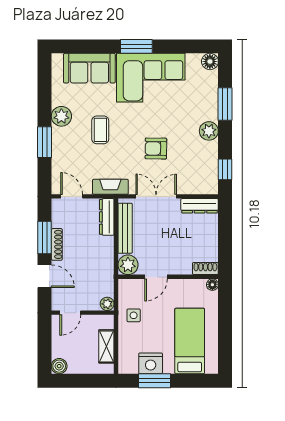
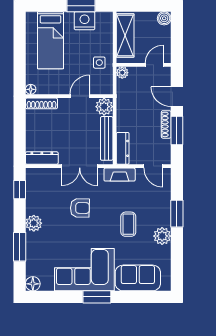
shoe rack: (205, 269) -> (41, 103), width x1.43
shelving: (106, 346) -> (125, 35), width x1.50, depth x1.33

